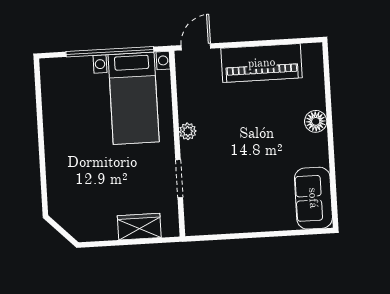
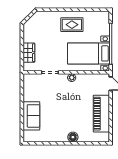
rug: (74, 137) -> (72, 25), added
sofa: (313, 198) -> (31, 116), moved, turned 90

